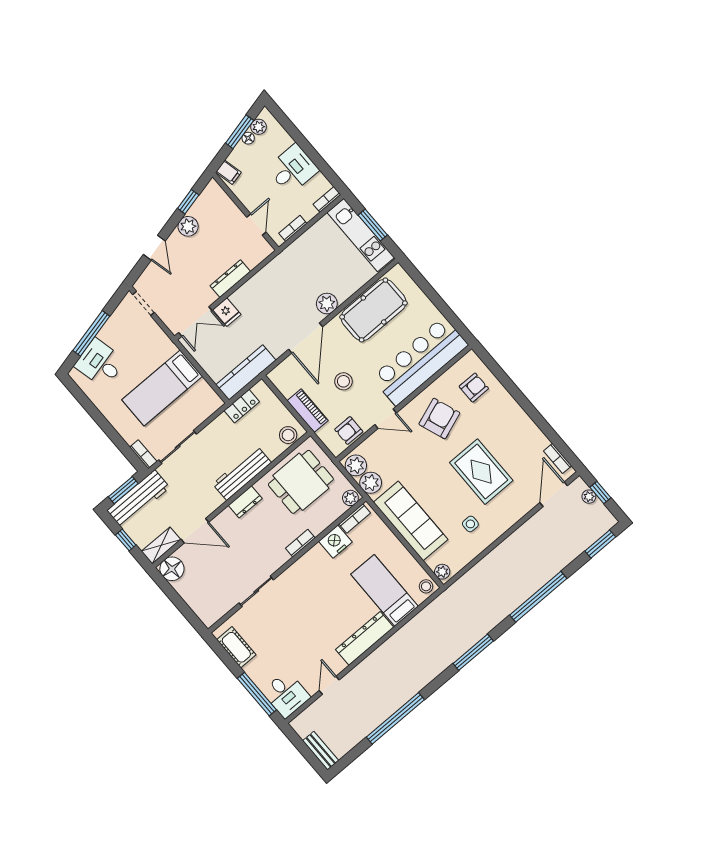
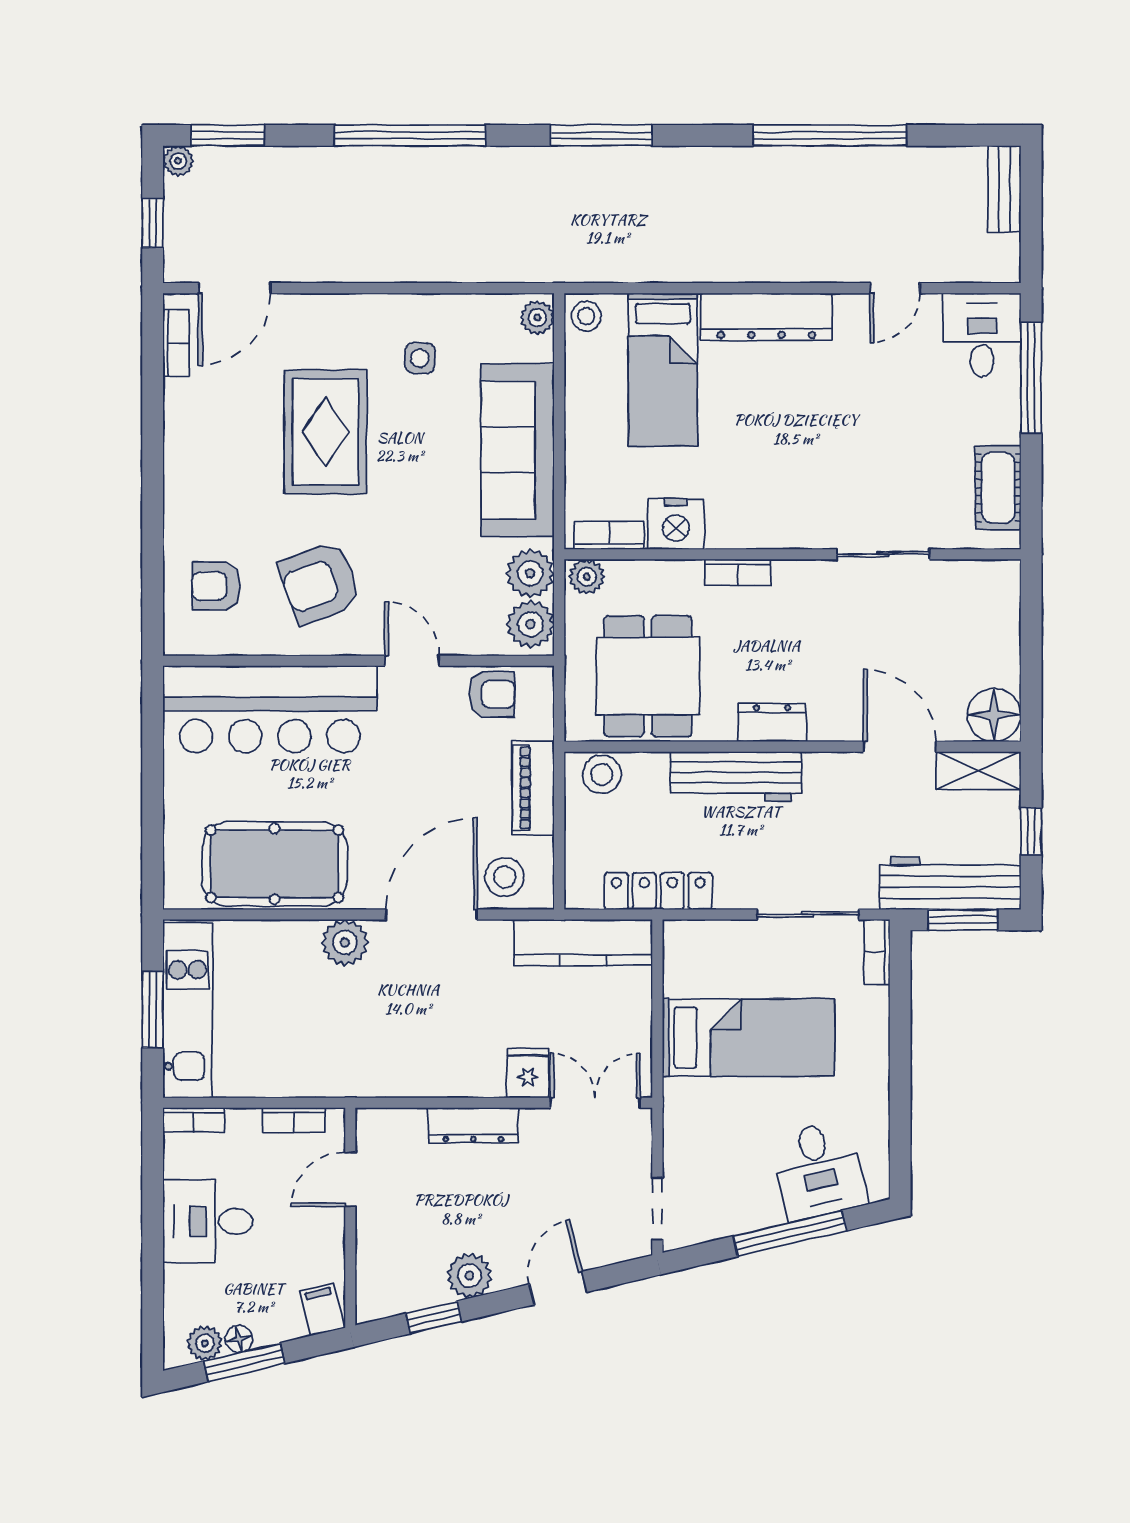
stool: (343, 381) -> (505, 877), moved
locker: (242, 406) -> (658, 891), width x1.53
dining table: (301, 482) -> (648, 676), turned 90
plant: (589, 497) -> (178, 161), moved

